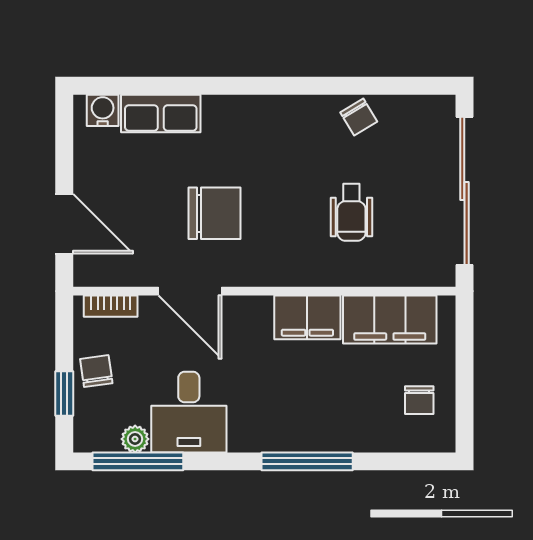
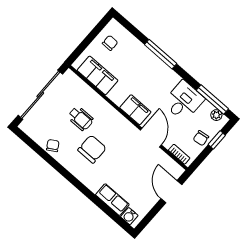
wheelchair: (351, 212) -> (81, 118), turned 90
chair: (215, 213) -> (92, 149), moved, turned 90
filing cabinet: (307, 317) -> (135, 110), moved
plant: (135, 439) -> (216, 115), moved

